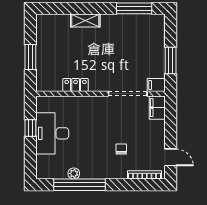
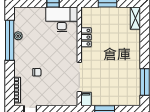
shelving: (85, 20) -> (135, 18), moved
filing cabinet: (157, 108) -> (69, 100), removed
desk: (52, 133) -> (62, 19), moved

